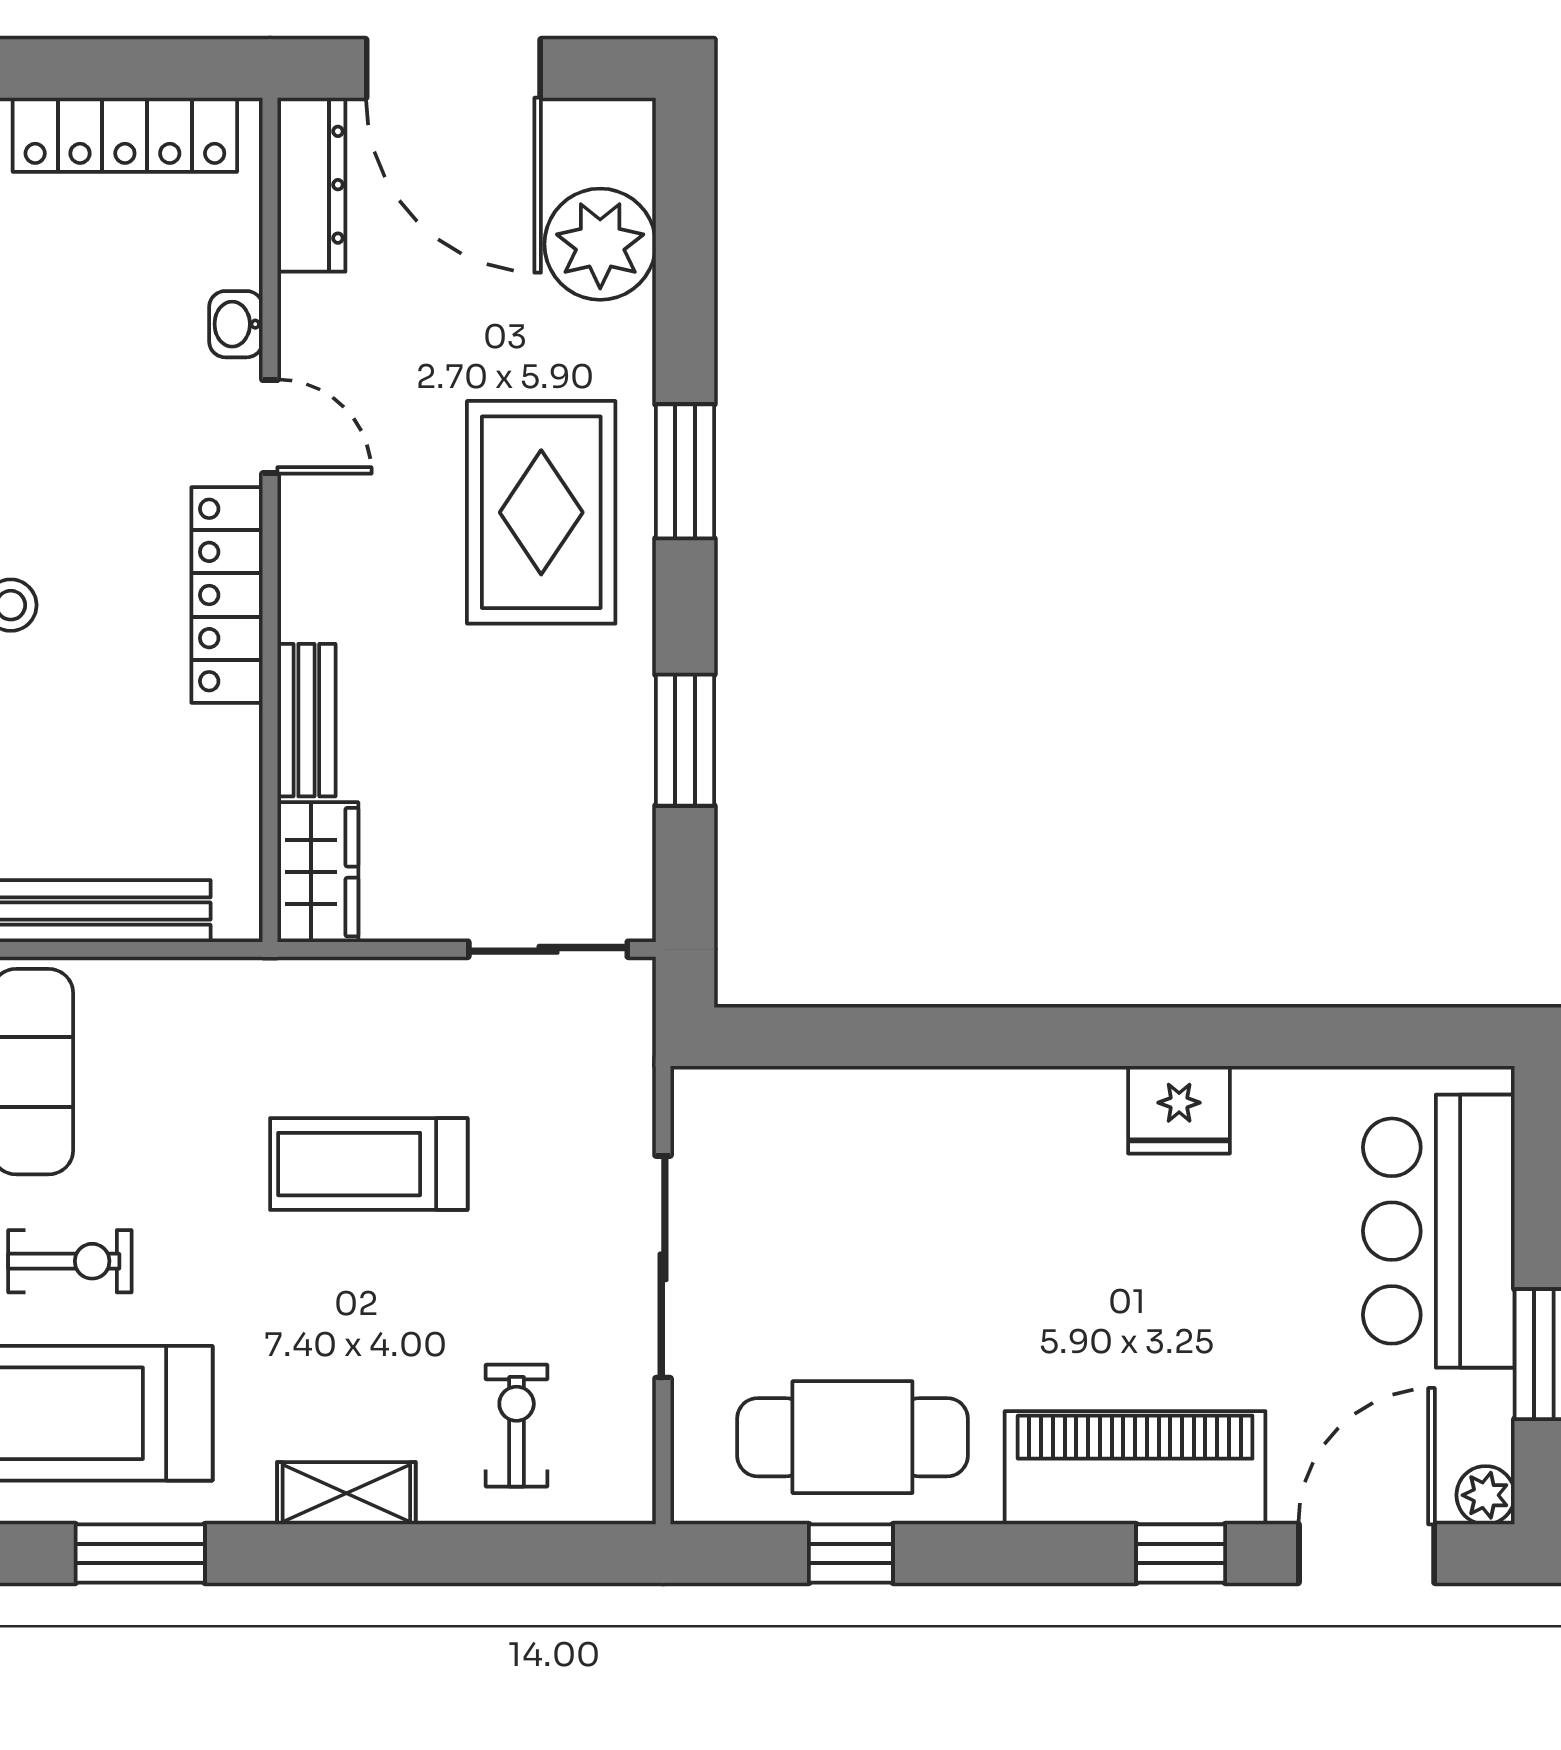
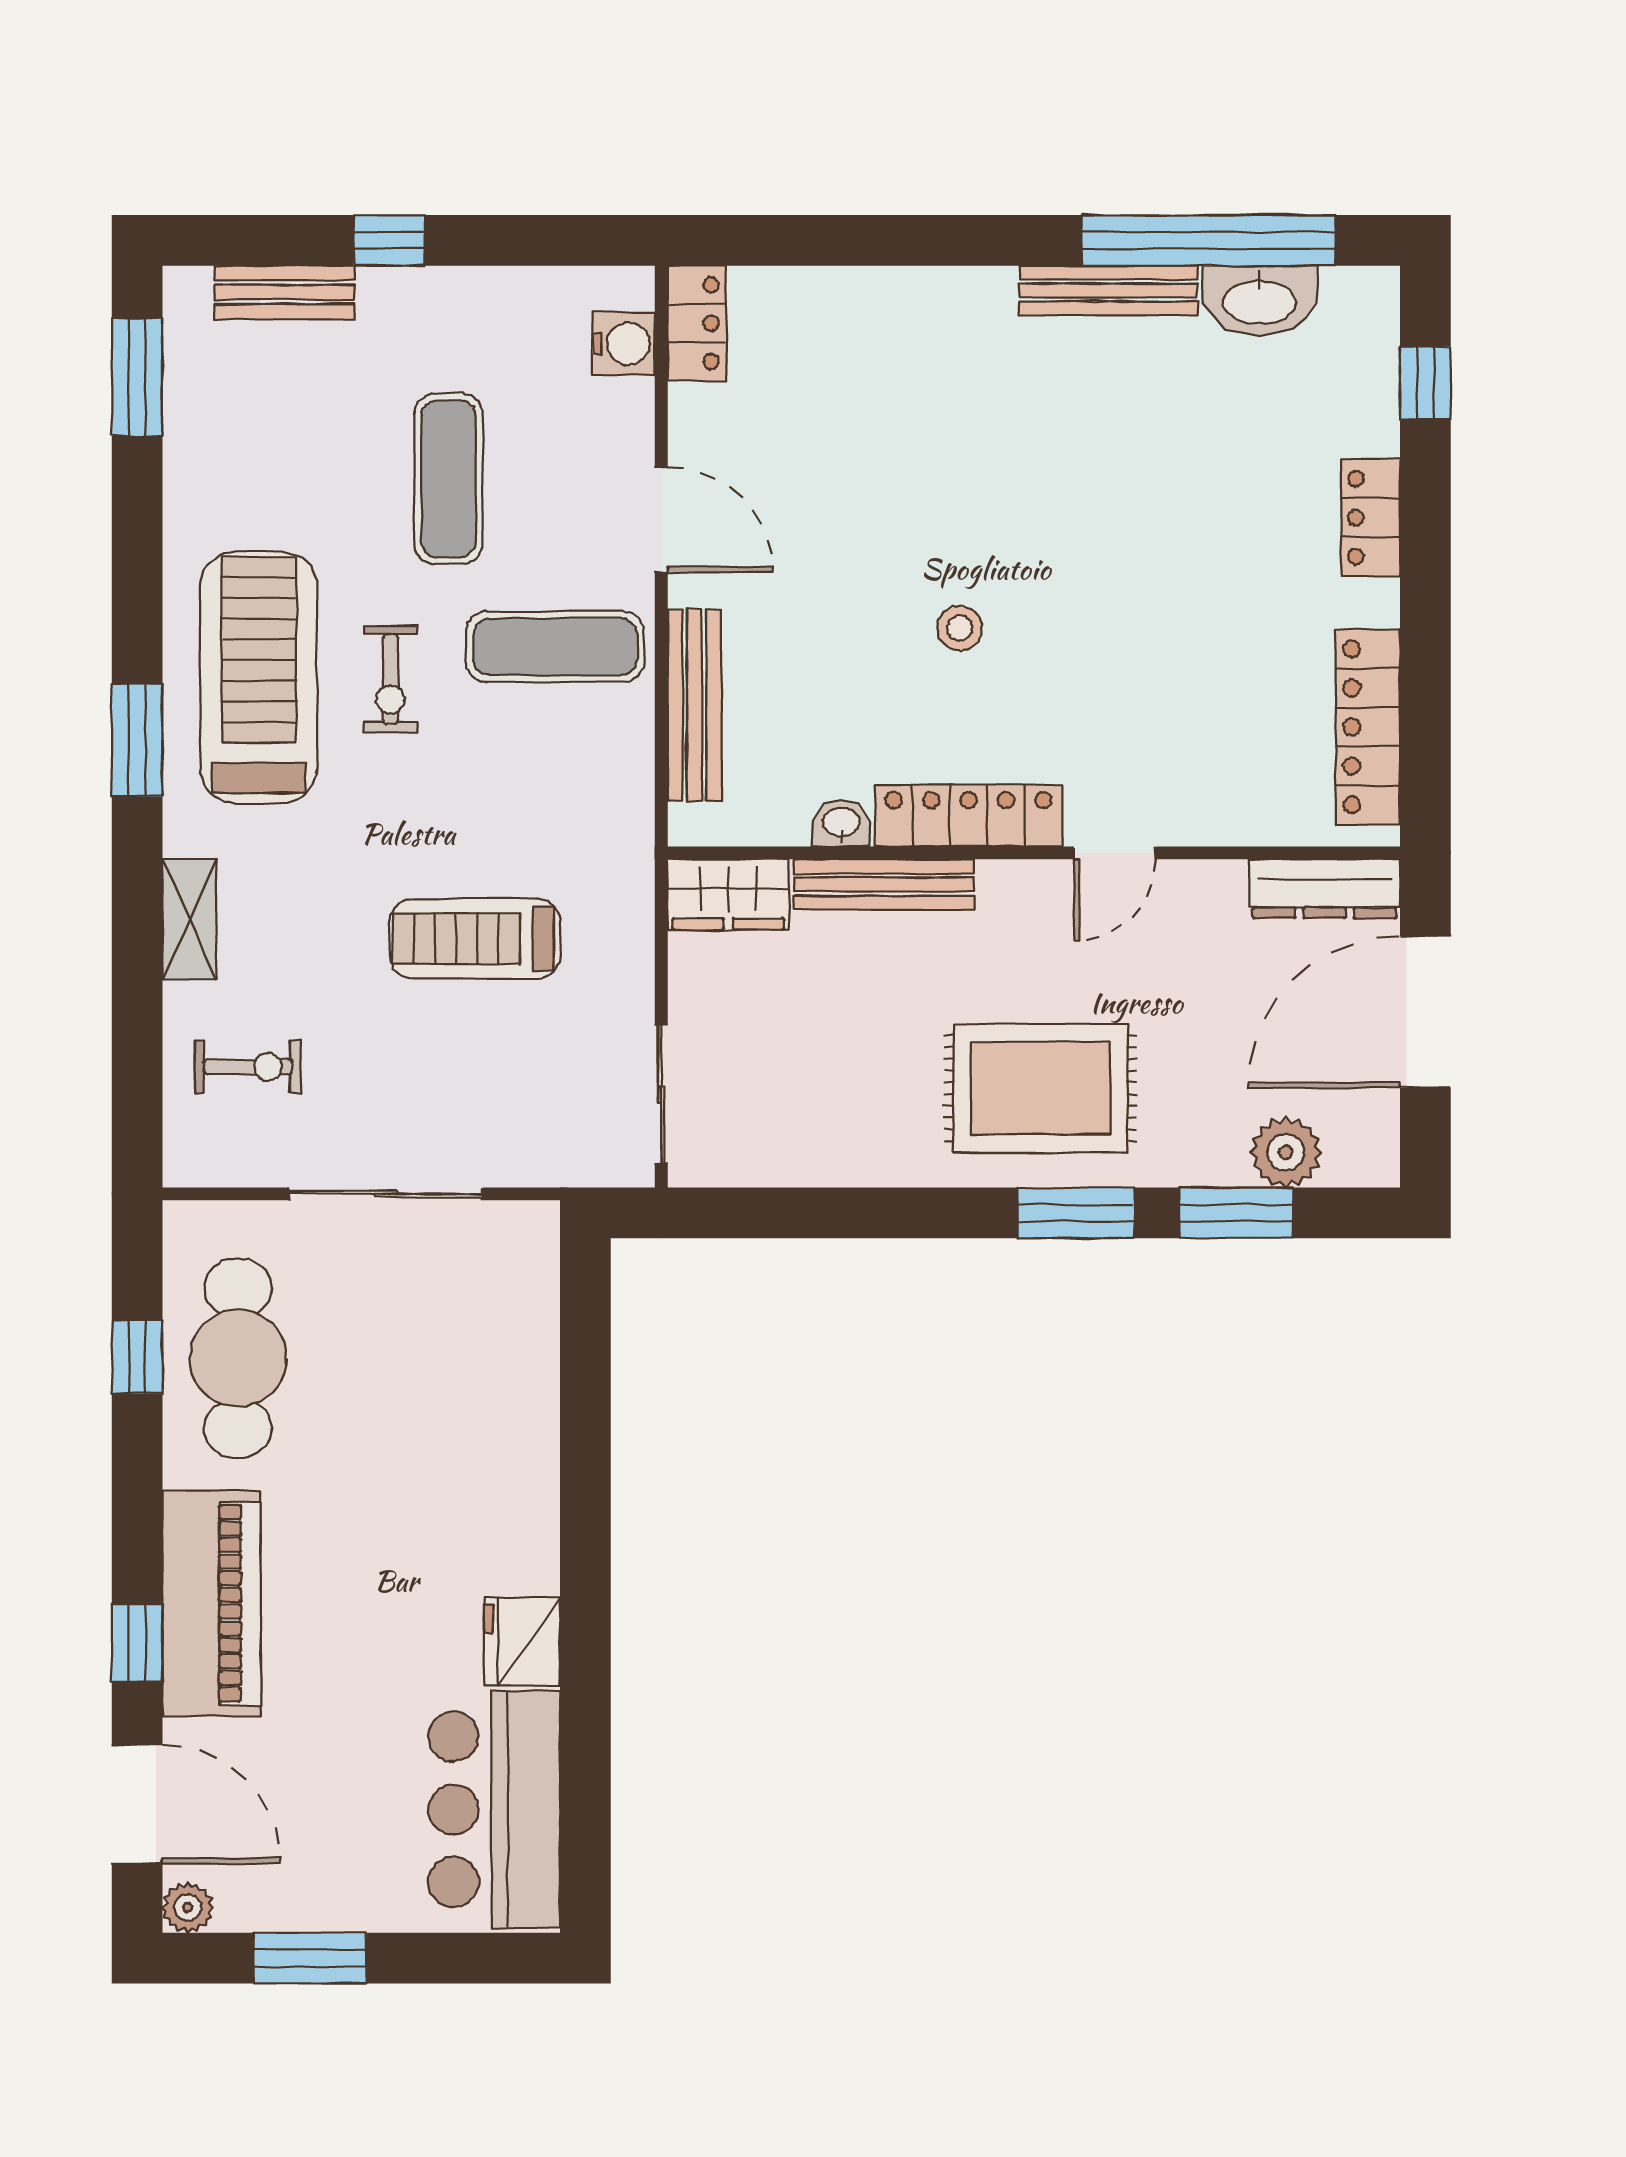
plant: (600, 244) -> (1286, 1152), width x0.73, depth x0.73
washbasin: (236, 324) -> (841, 823), moved
bench: (306, 720) -> (884, 884), width x1.36
window: (685, 740) -> (1236, 1213), moved
treadmill: (369, 1164) -> (475, 939), turned -90
bar counter: (1439, 1231) -> (494, 1809), moved, turned -90

